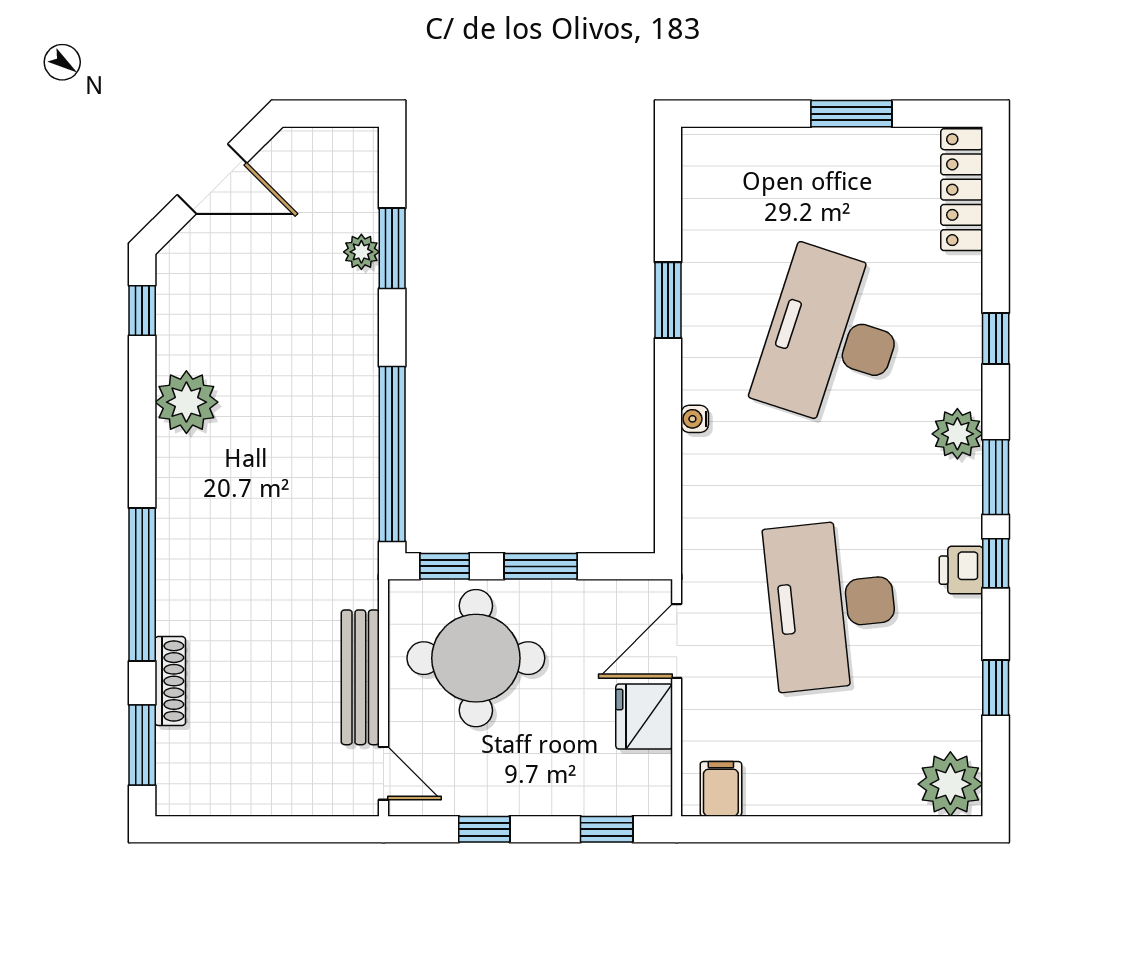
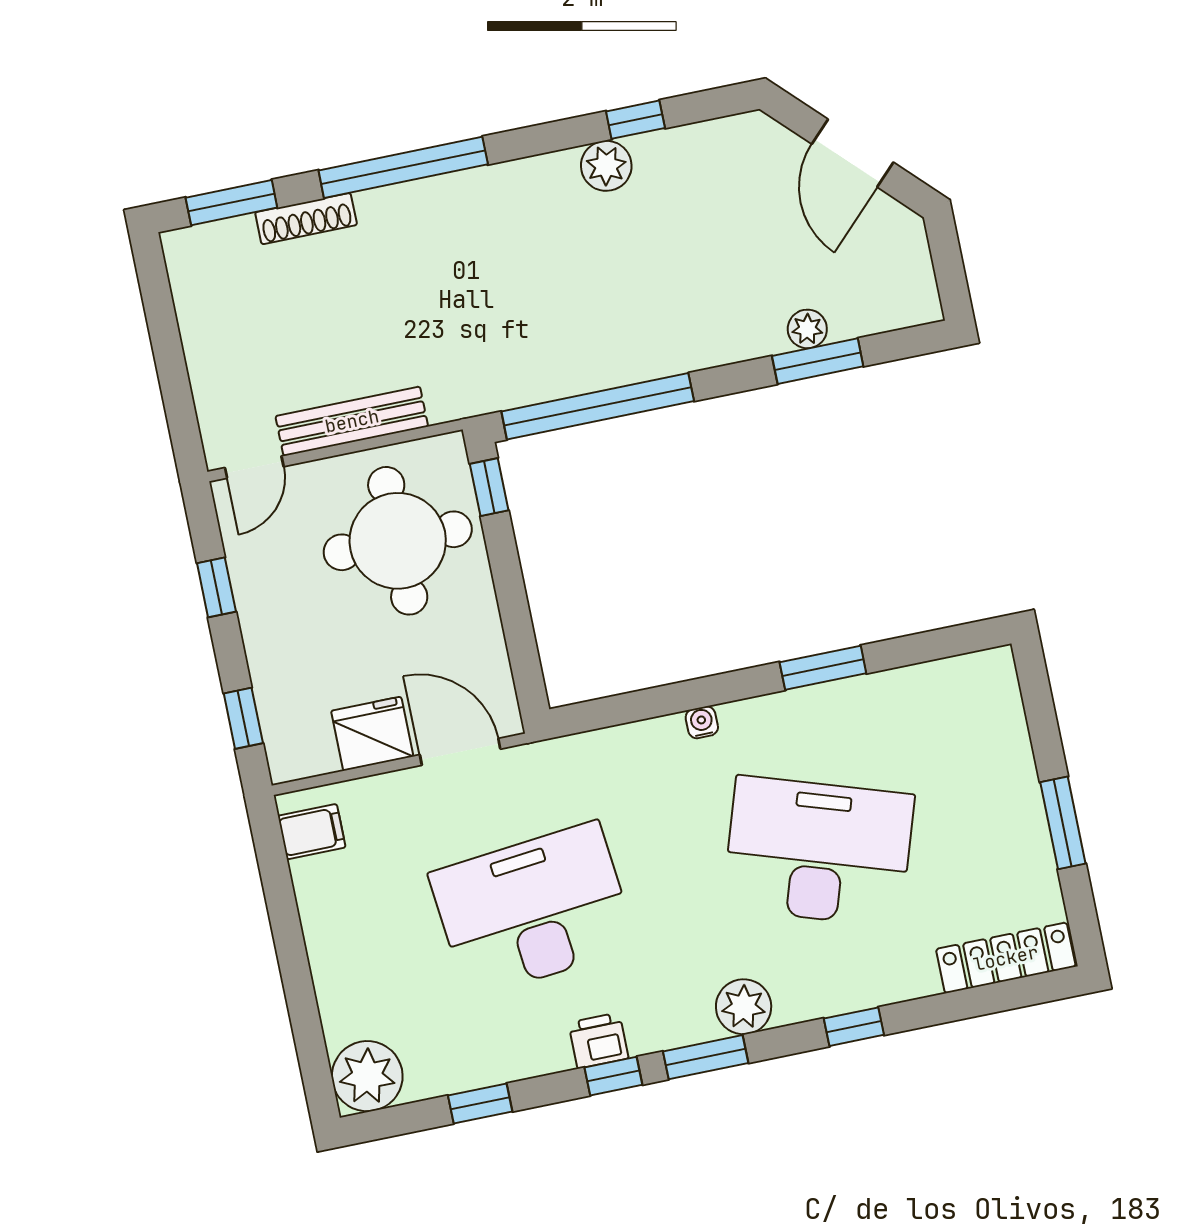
window: (142, 311) -> (635, 120), moved
plant: (186, 402) -> (606, 166), width x0.73, depth x0.73
window: (541, 566) -> (510, 590), removed

